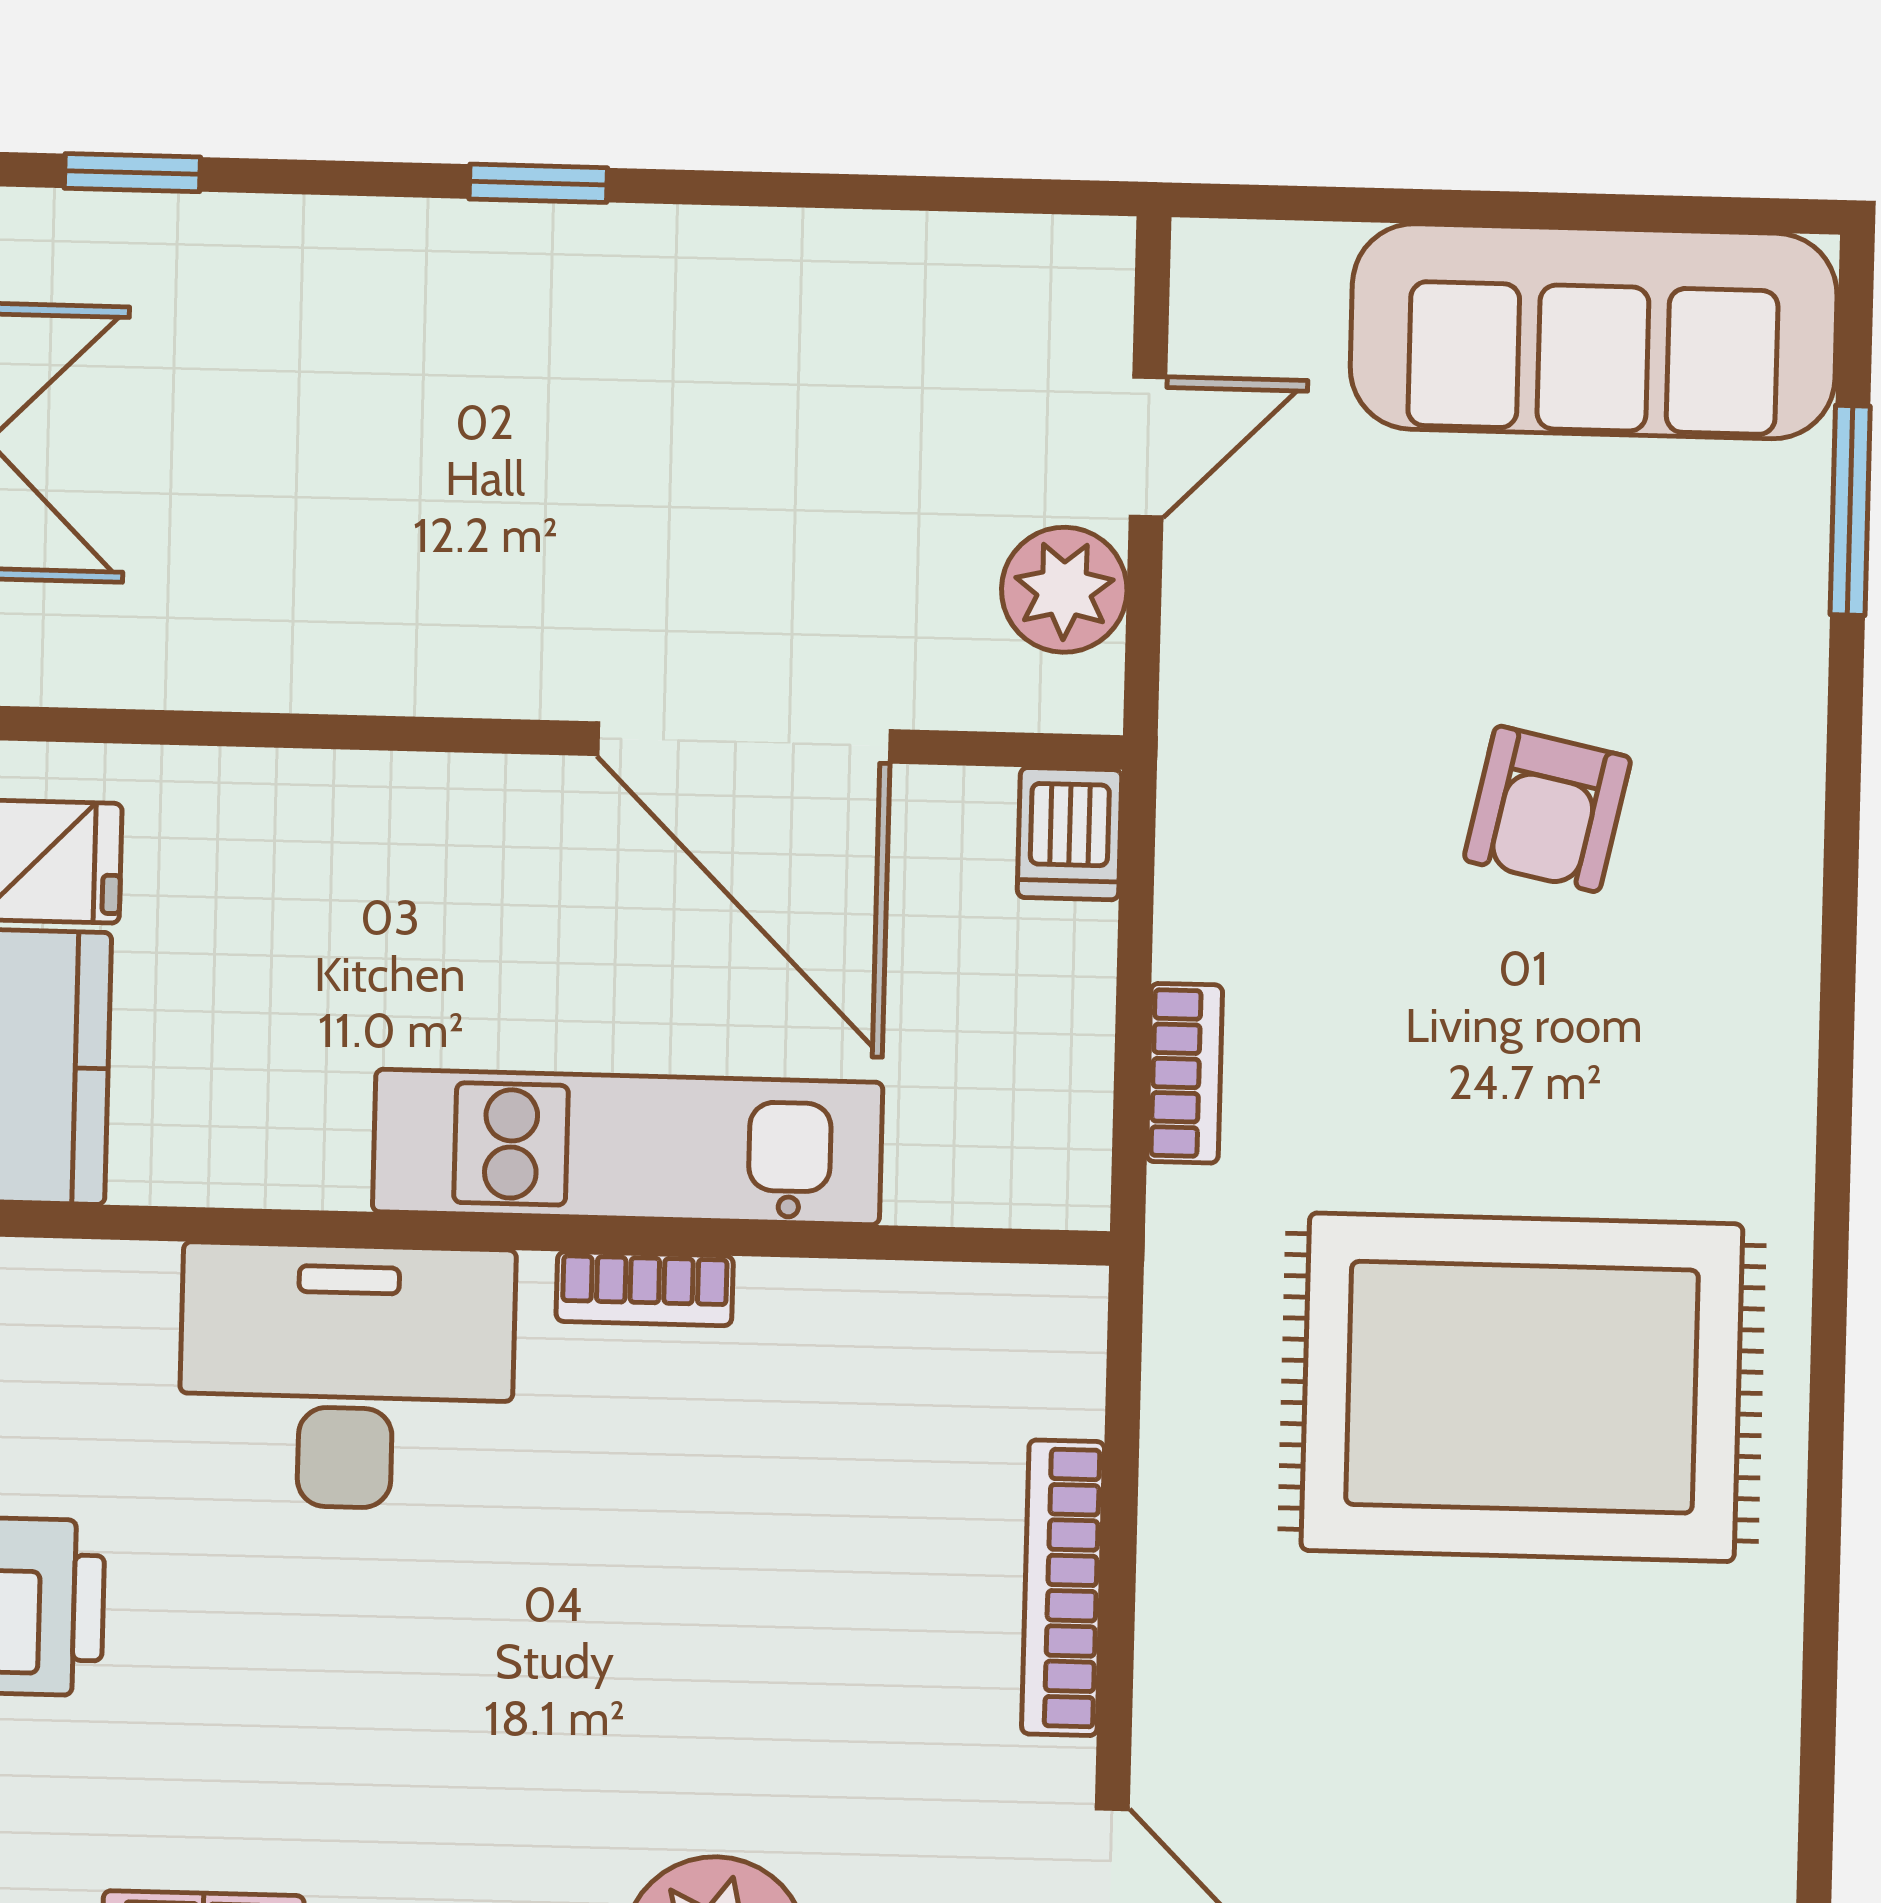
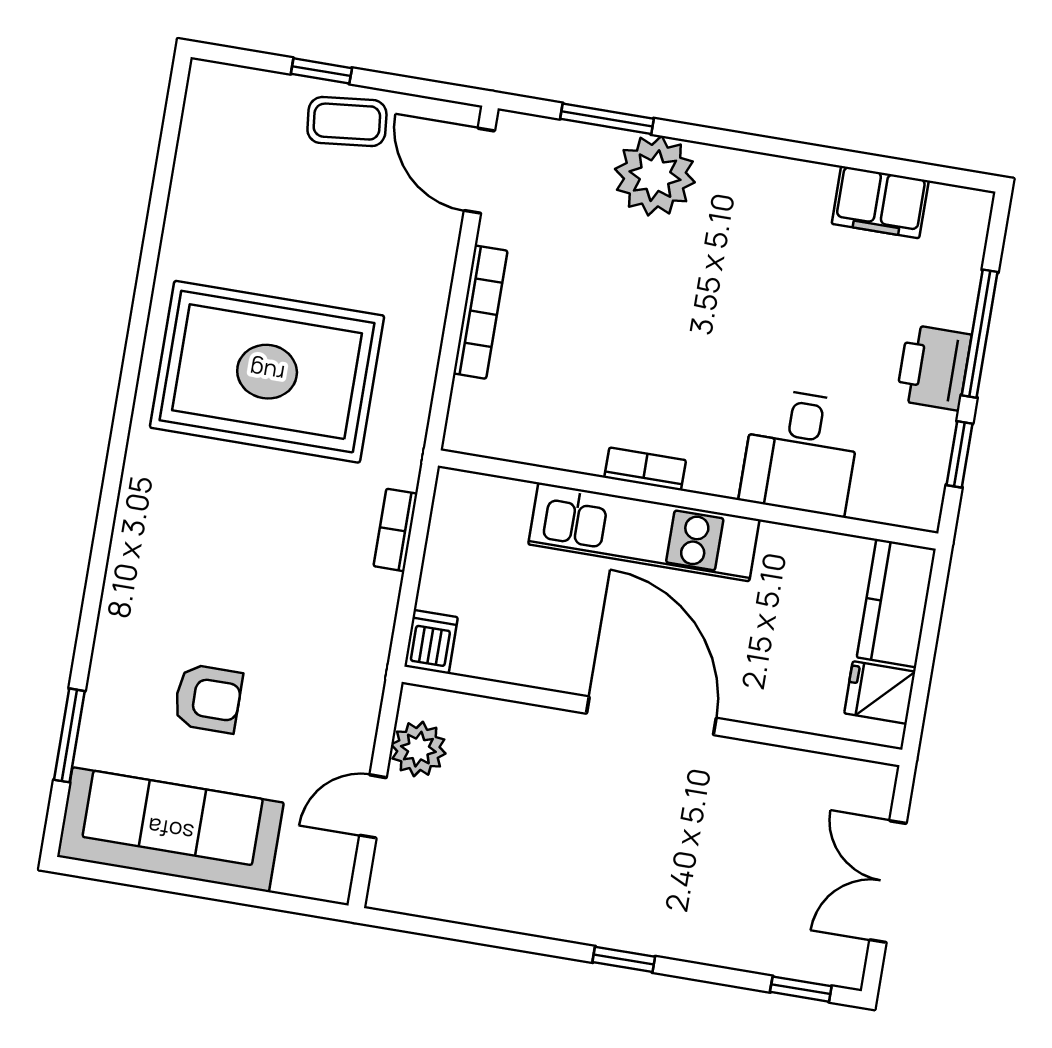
door: (744, 743) -> (651, 716), moved
armchair: (1547, 809) -> (208, 698), moved, turned 78
desk: (347, 1376) -> (801, 452), width x0.73

